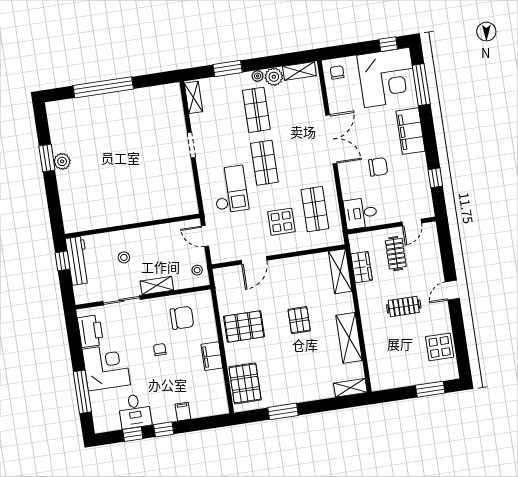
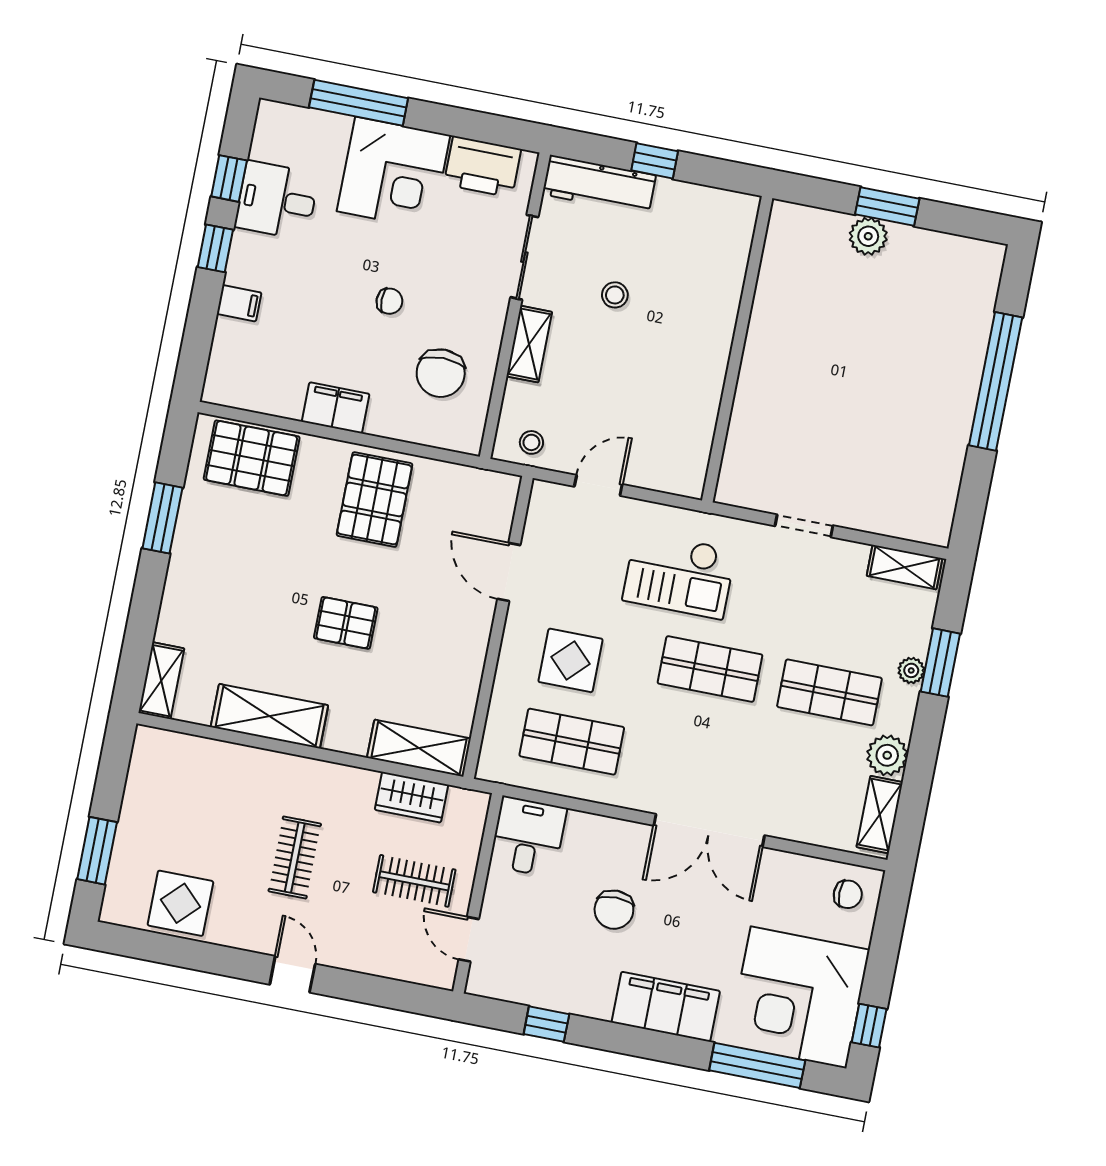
plant: (258, 76) -> (911, 670), moved
wall: (132, 226) -> (737, 349), moved
workbench: (78, 261) -> (599, 185), moved

